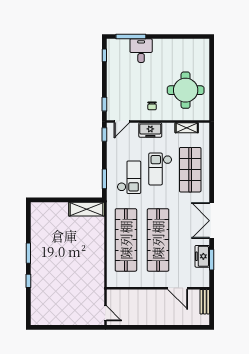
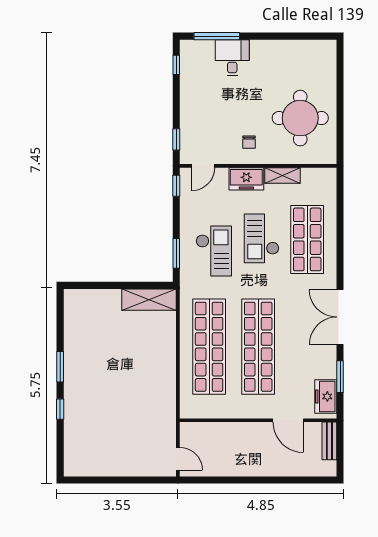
shelving: (187, 128) -> (283, 176), moved
freezer: (202, 256) -> (326, 396), moved

